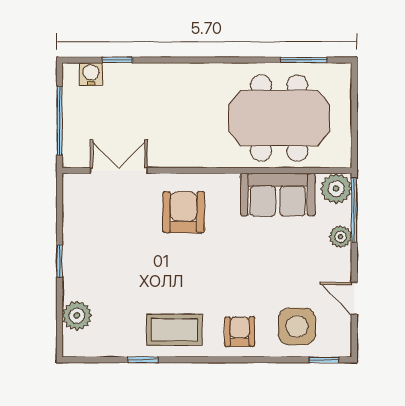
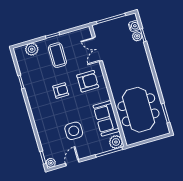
plant: (116, 74) -> (137, 36), added
double door: (119, 170) -> (97, 49), swing flipped
plant: (341, 237) -> (51, 163), moved
side table: (297, 326) -> (74, 131), moved
coffee table: (174, 330) -> (57, 55), moved
armchair: (240, 332) -> (61, 90), moved

